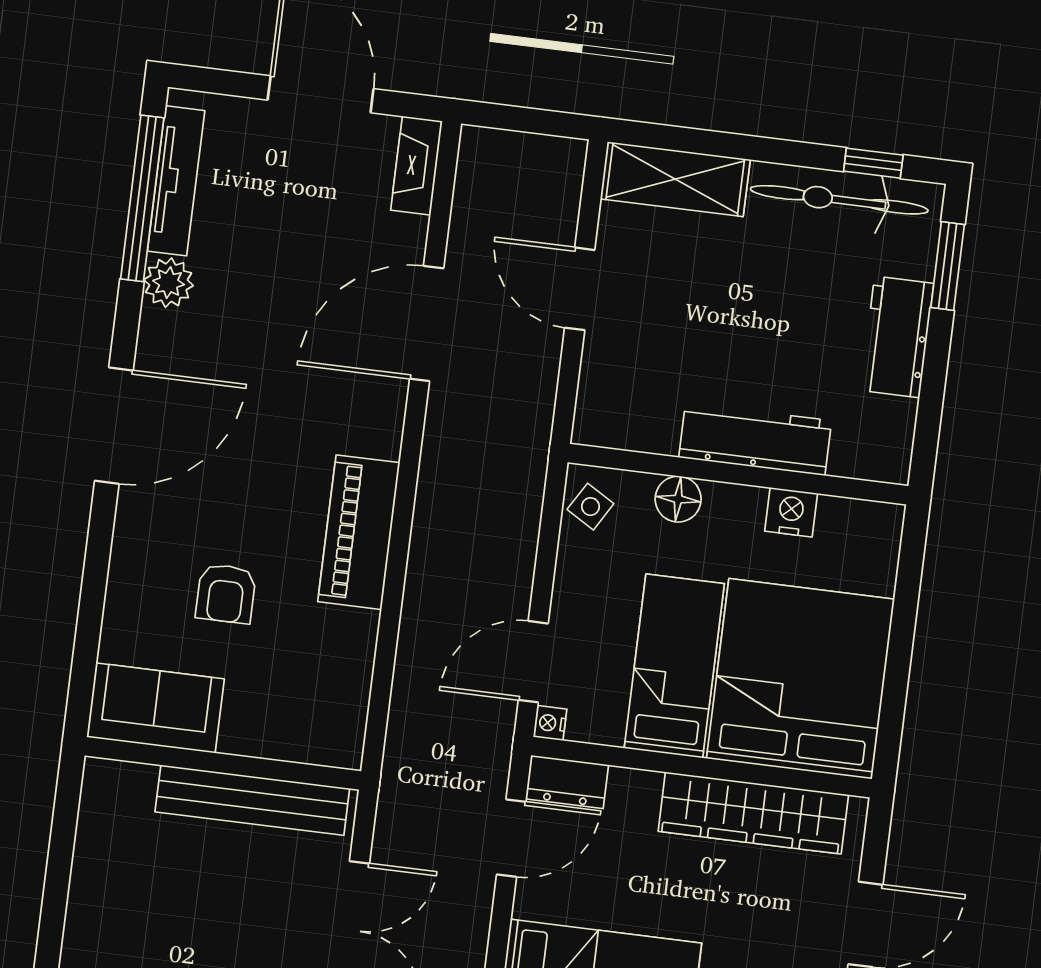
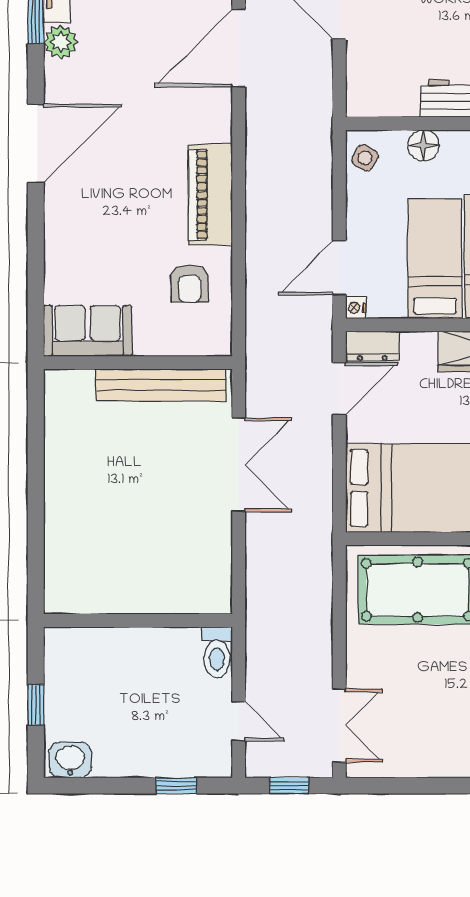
armchair: (226, 594) -> (190, 283), moved

